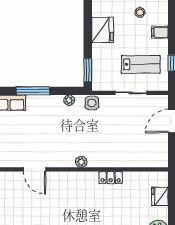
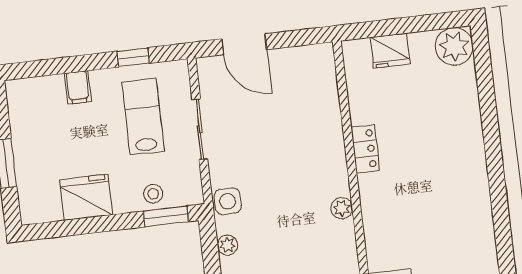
stool: (140, 12) -> (153, 194), moved

